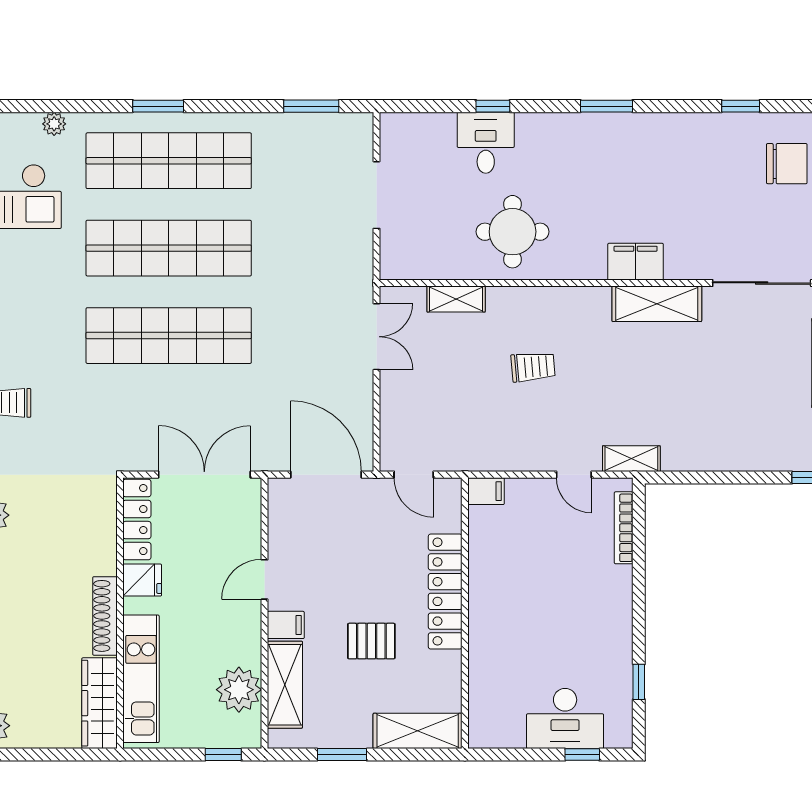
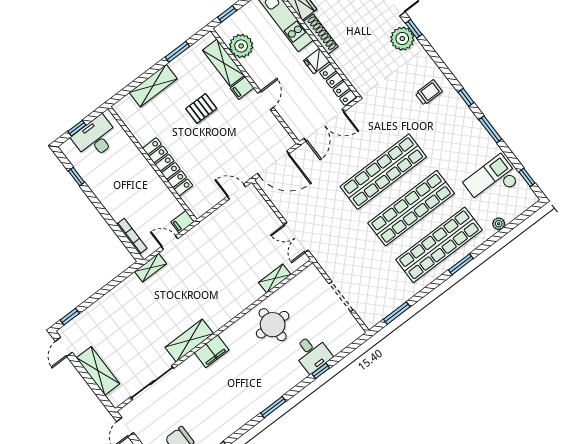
trolley: (533, 367) -> (221, 275), removed
filing cabinet: (486, 491) -> (183, 222), moved
locker: (445, 592) -> (168, 167), moved
wall: (465, 613) -> (153, 164), moved

